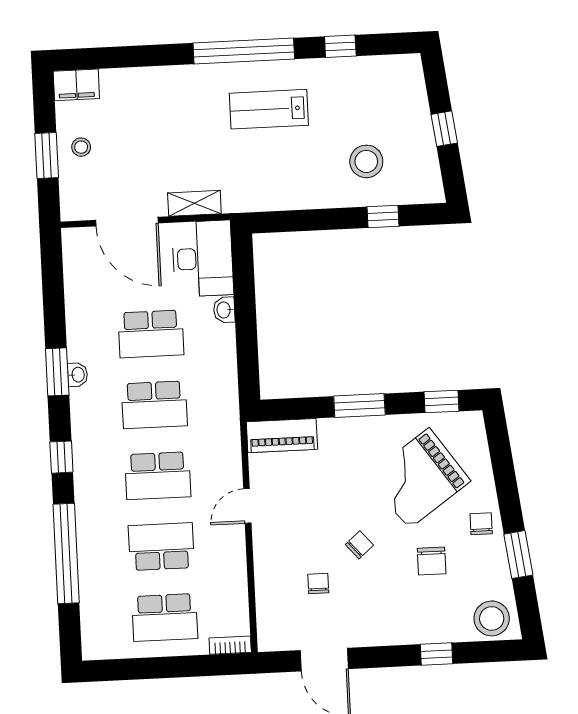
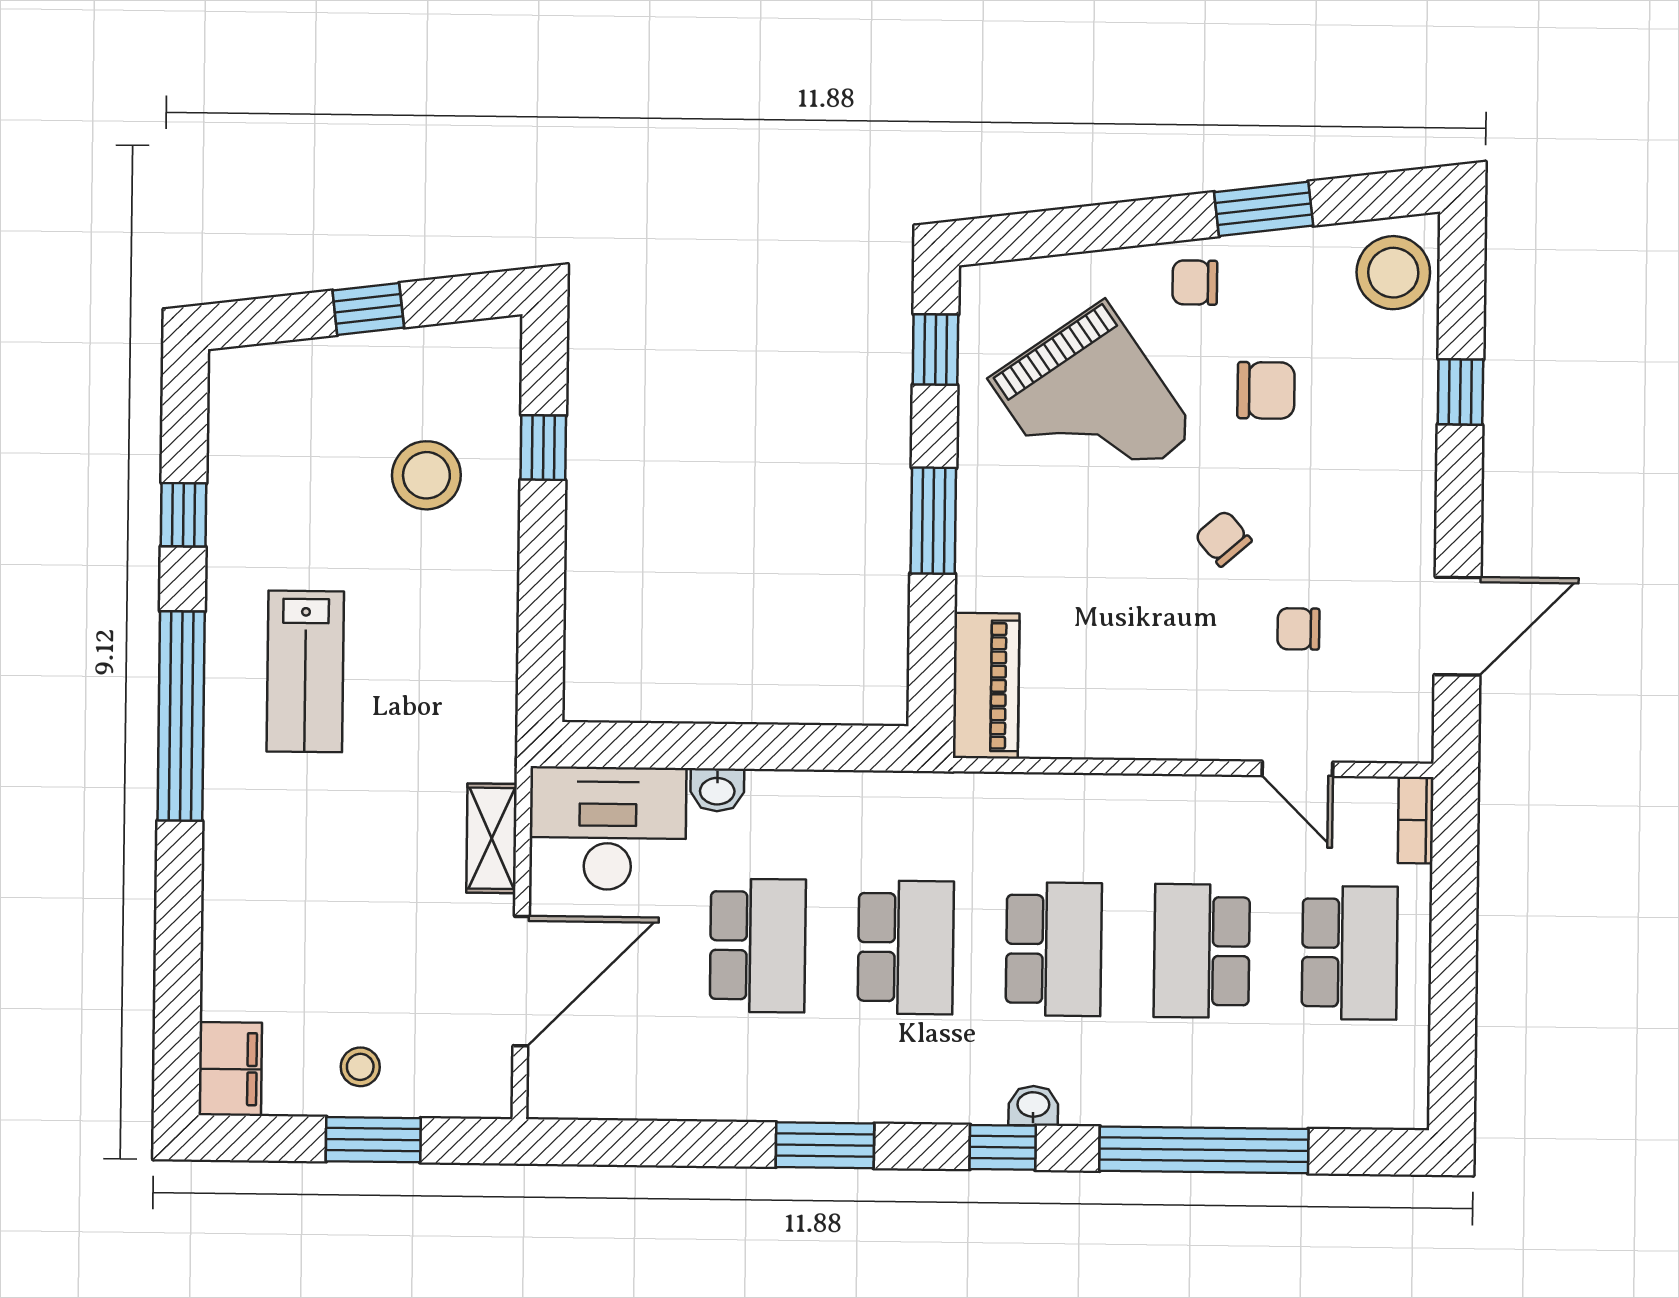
washbasin: (78, 375) -> (1033, 1106), moved
door: (247, 506) -> (1297, 769), moved

